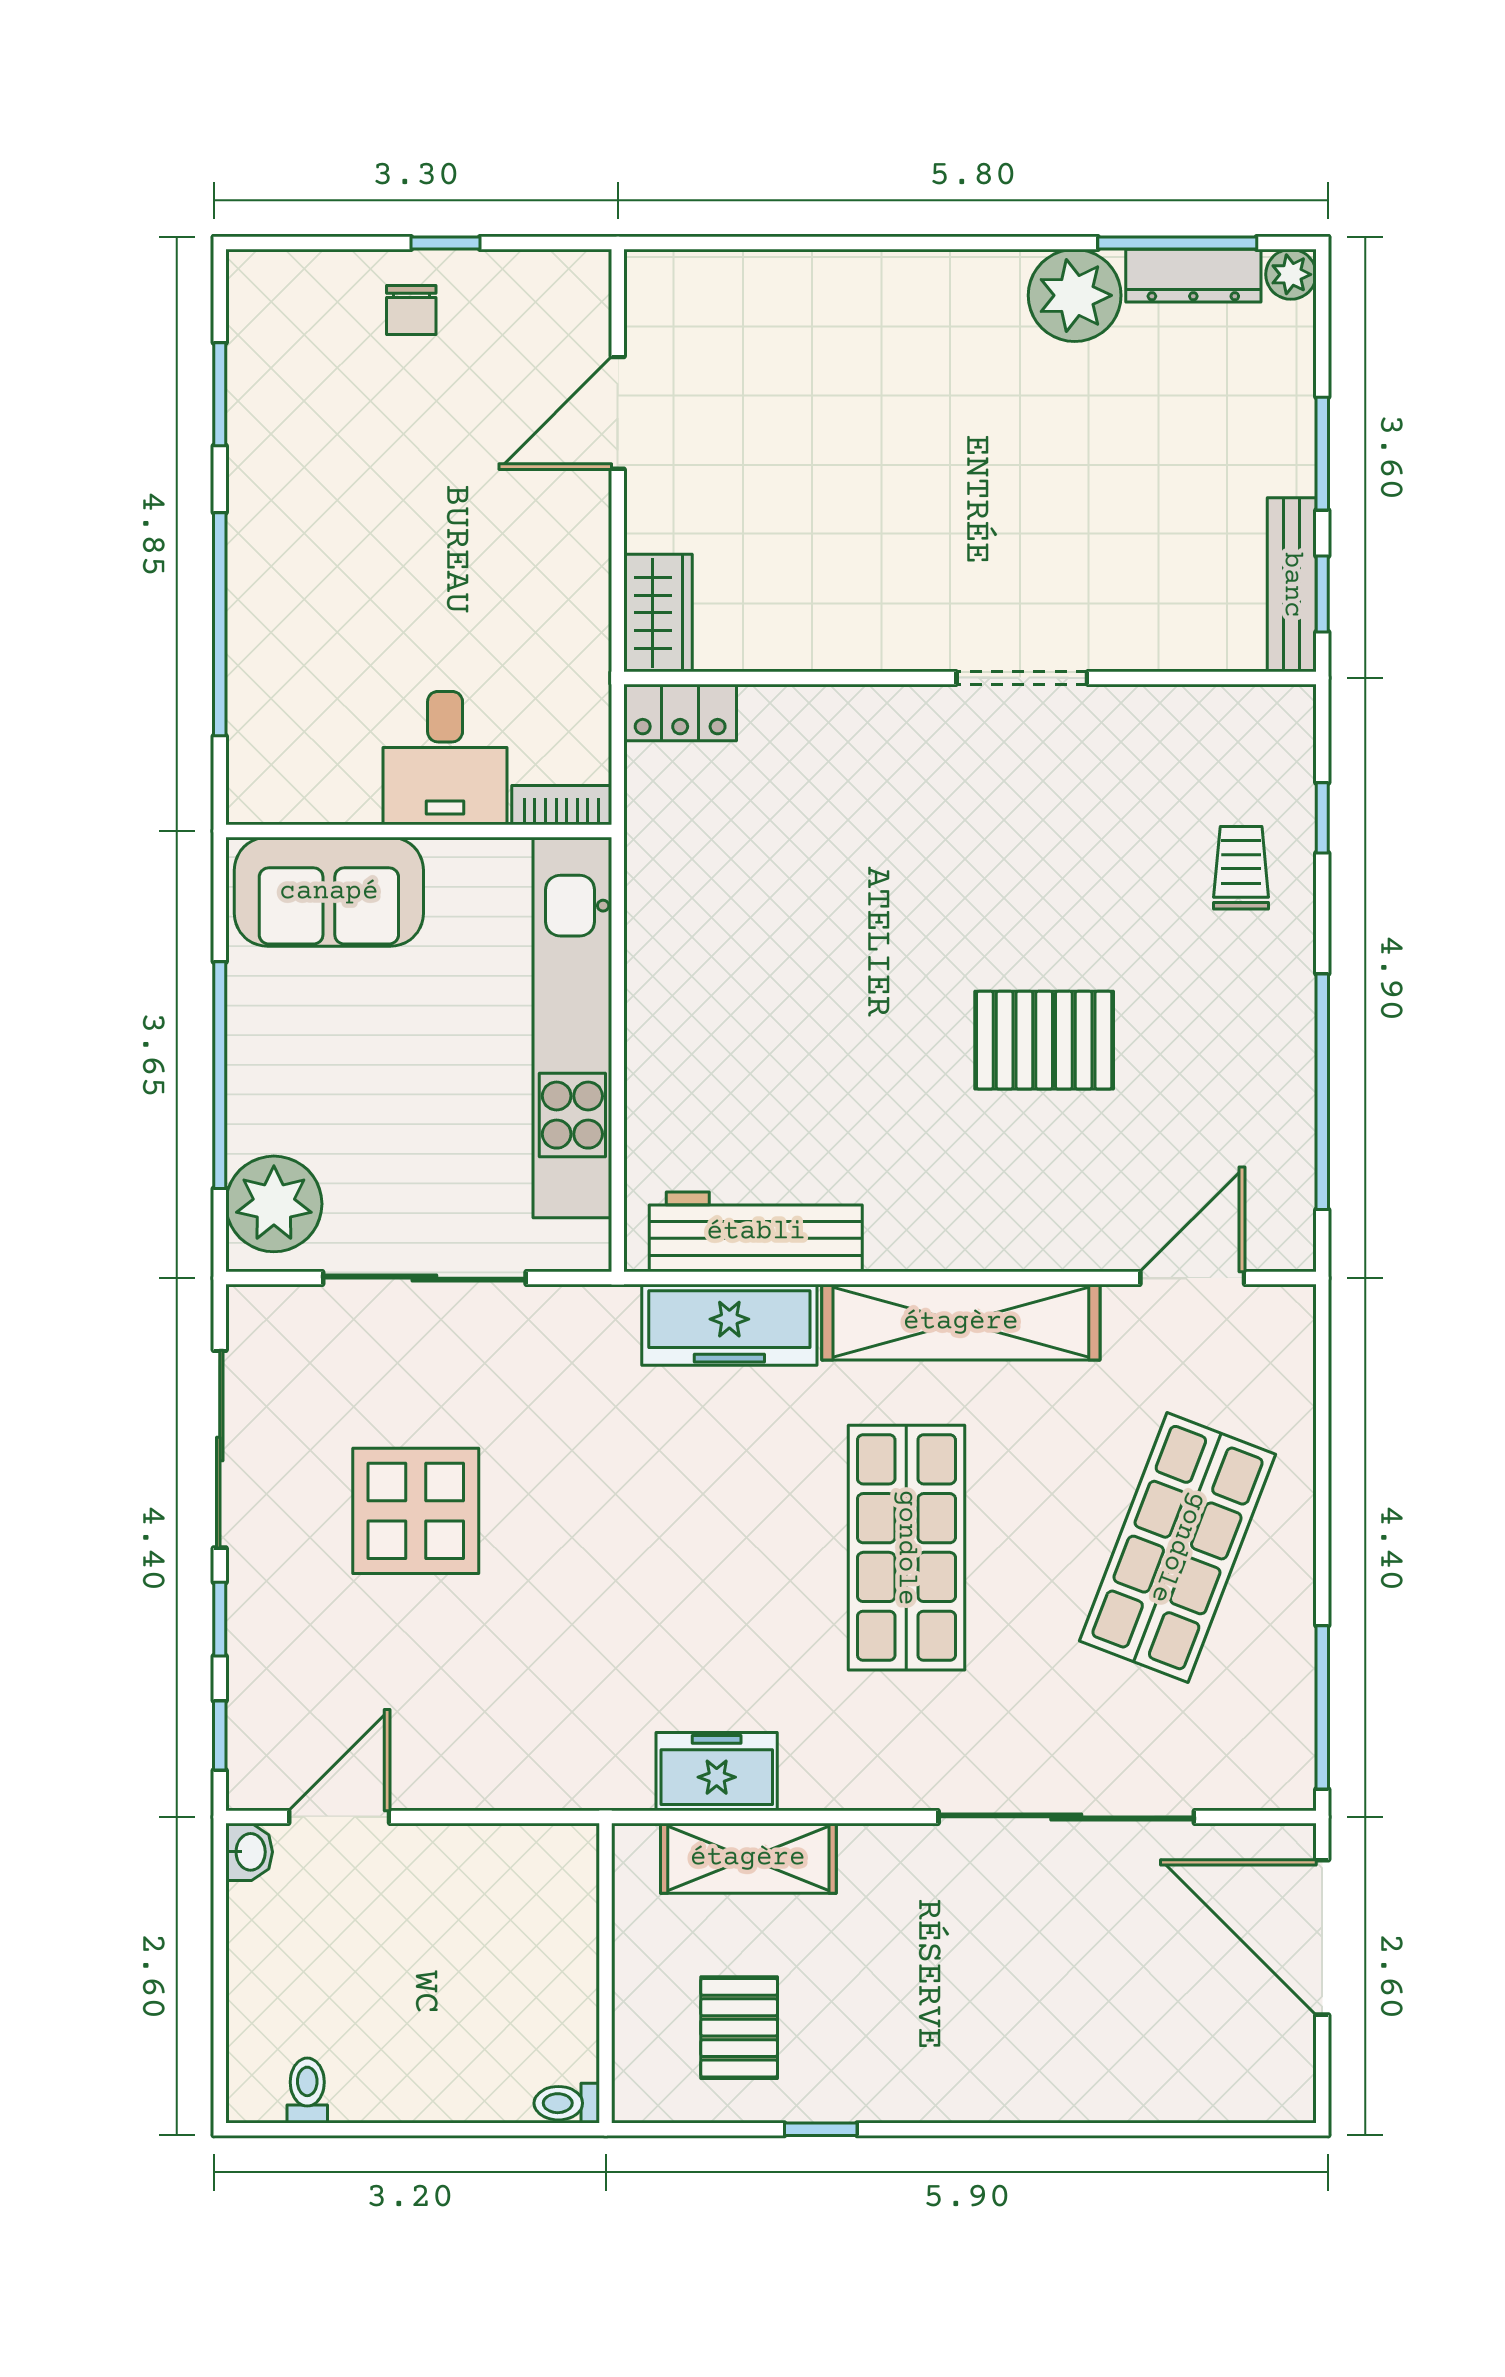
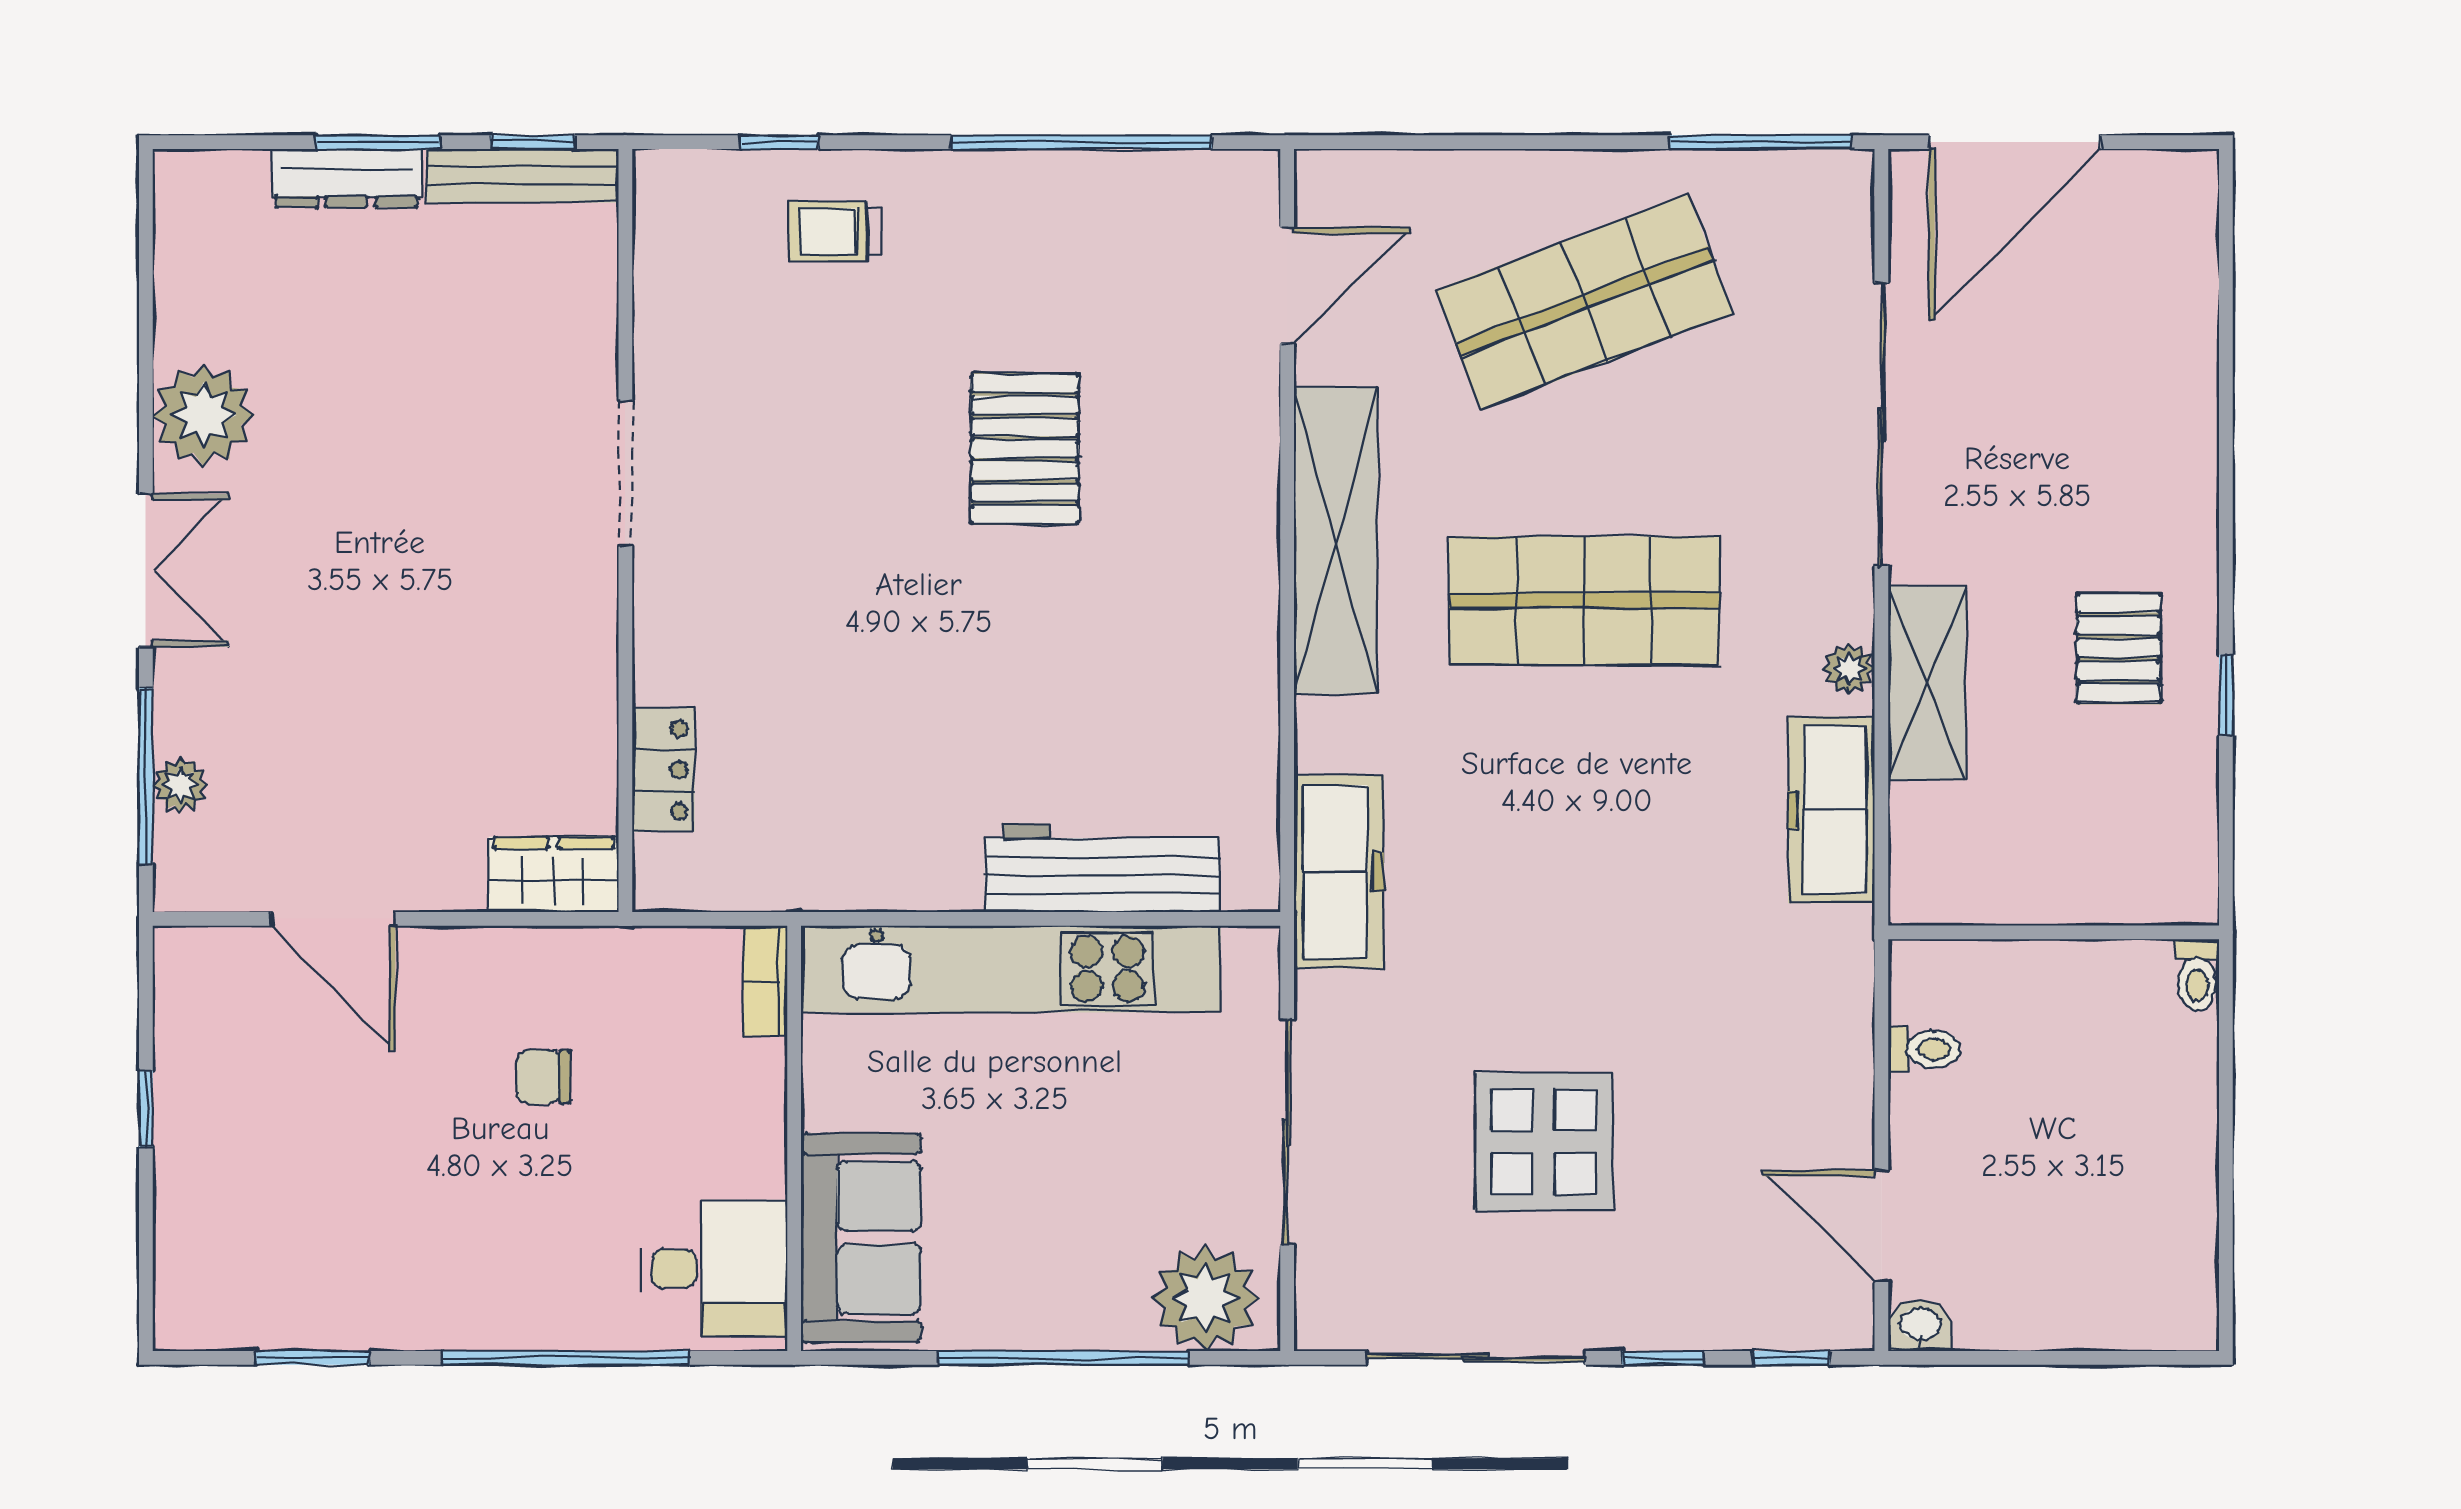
double door: (934, 243) -> (146, 570), added
window: (1177, 243) -> (146, 776), moved
plant: (1291, 274) -> (180, 785), moved
dresser: (1193, 276) -> (347, 178), moved, turned 90
chair: (411, 310) -> (543, 1077), moved, turned 180
locker: (680, 712) -> (663, 770), moved
desk: (445, 758) -> (714, 1268), moved
workbench: (756, 1232) -> (1102, 868), moved, turned 90
door: (1192, 1278) -> (1287, 285), swing flipped
freezer: (729, 1325) -> (1339, 872), moved
shop shelf: (1178, 1548) -> (1584, 302), turned -42
freezer: (717, 1772) -> (1831, 810), width x1.40
plant: (845, 1788) -> (1849, 669), added
shelving: (748, 1858) -> (1927, 683), moved
pallet: (739, 2028) -> (2119, 648), moved, turned 90
toilet: (307, 2091) -> (1924, 1049), moved, turned 180

